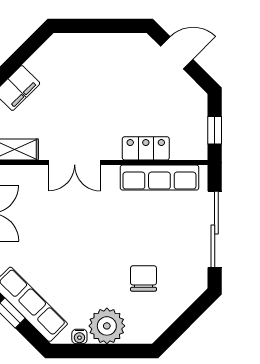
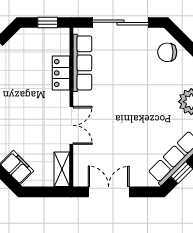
chair: (143, 278) -> (167, 52), moved

